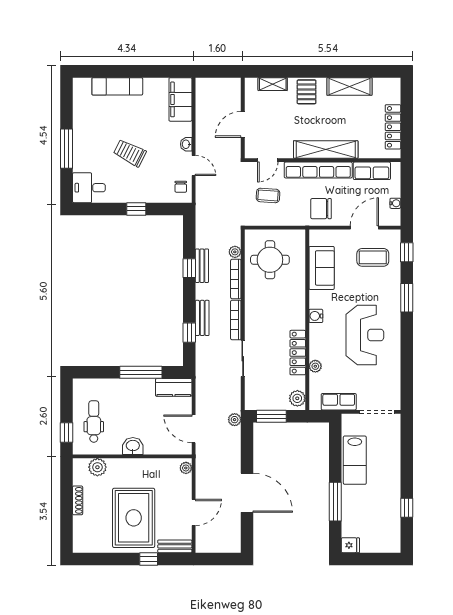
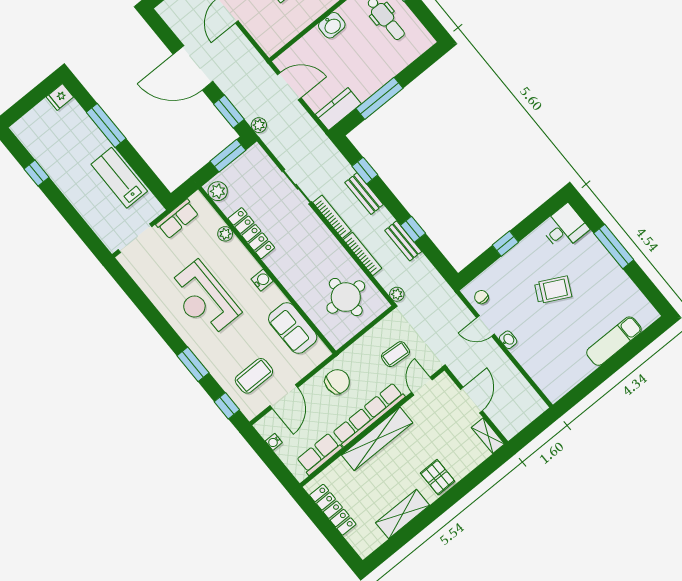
shelving: (273, 84) -> (488, 436), moved, turned 90
filing cabinet: (180, 99) -> (547, 376), removed
plant: (235, 252) -> (397, 294), moved
window: (247, 445) -> (229, 112), added
plant: (186, 468) -> (267, 45), removed

